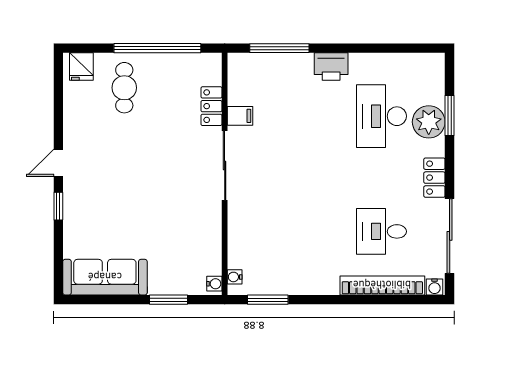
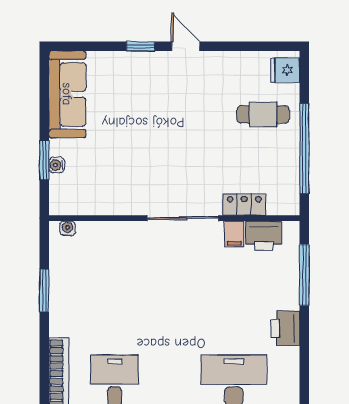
printer: (242, 87) -> (264, 236), added
water cooler: (214, 284) -> (57, 165), moved, turned 90
window: (268, 300) -> (44, 291), moved

